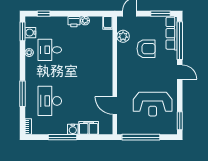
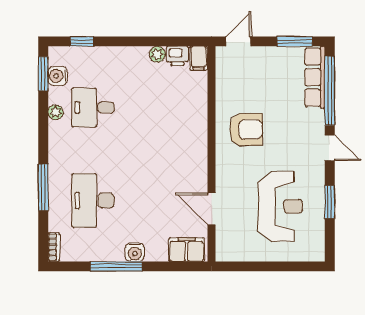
printer: (74, 22) -> (177, 56), moved
plant: (123, 36) -> (226, 83), removed
armchair: (146, 49) -> (246, 129), moved
reception desk: (153, 104) -> (280, 206), turned -90
window: (180, 121) -> (330, 202), moved
filing cabinet: (89, 128) -> (187, 250), moved
window: (141, 137) -> (259, 266), removed

